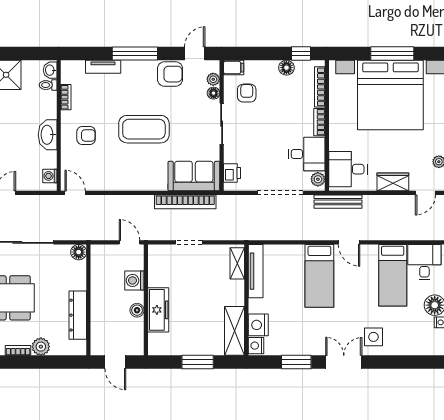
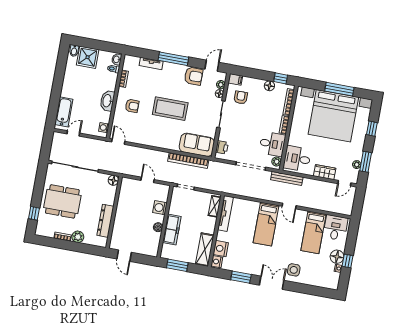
washing machine: (134, 280) -> (160, 208), moved
wall: (146, 300) -> (165, 222), moved
boiler: (137, 310) -> (158, 227), moved
freezer: (158, 310) -> (172, 230), moved

